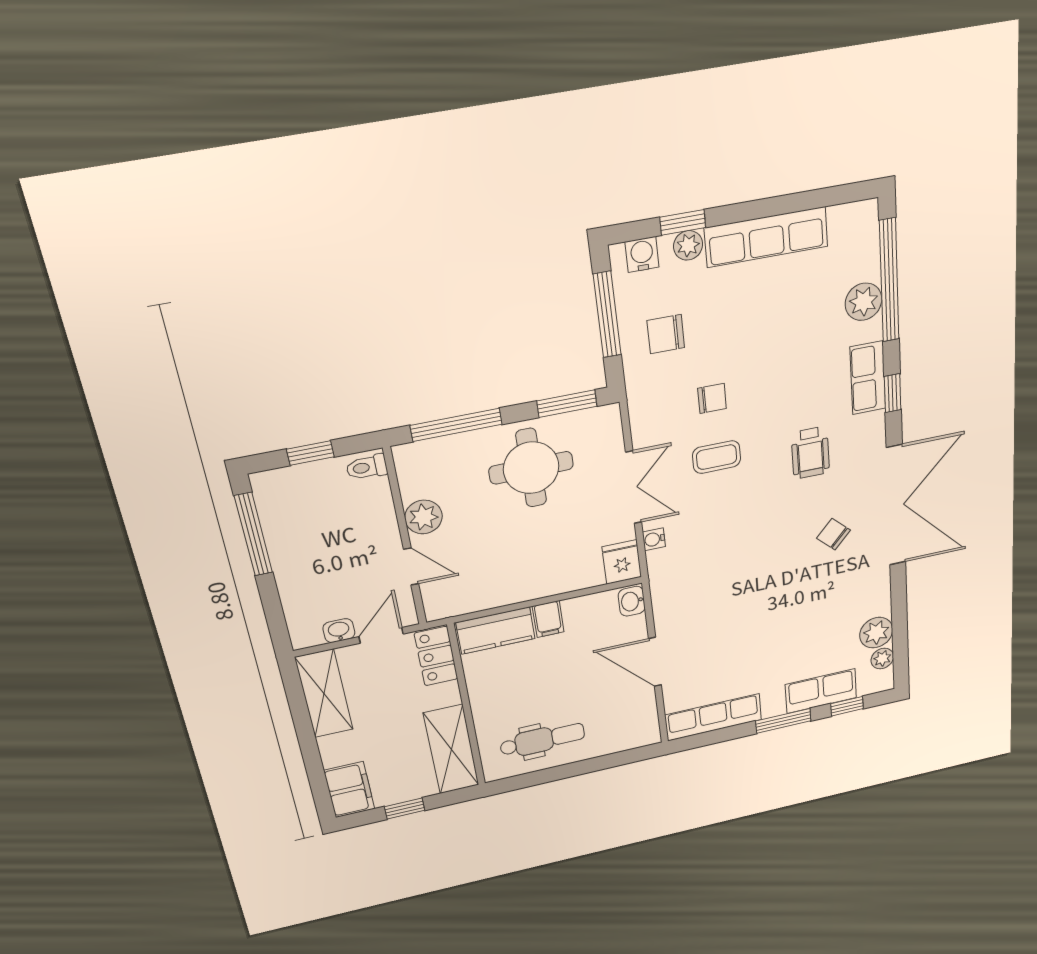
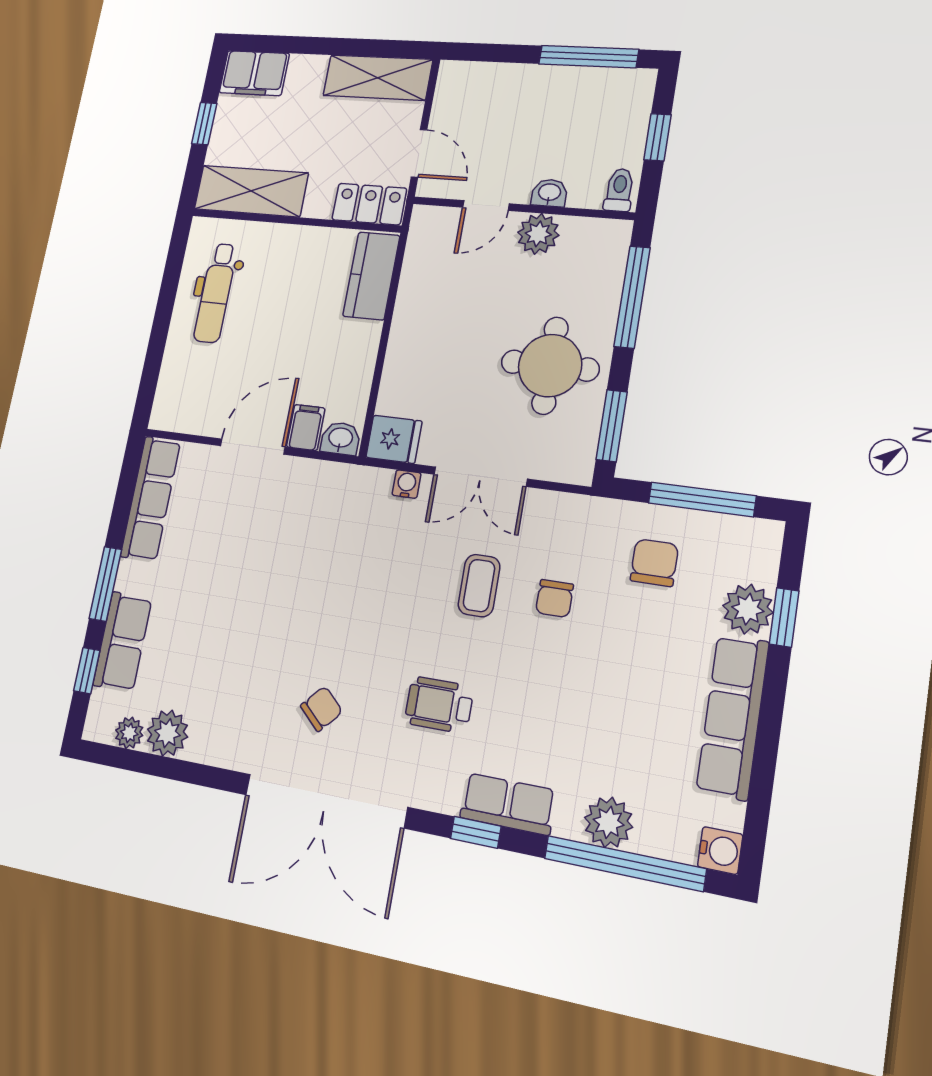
plant: (688, 245) -> (748, 609), width x1.38, depth x1.38
water cooler: (642, 255) -> (720, 851), moved
filing cabinet: (548, 619) -> (306, 427), moved, turned 90
washbasin: (339, 631) -> (549, 193), moved, turned -90

